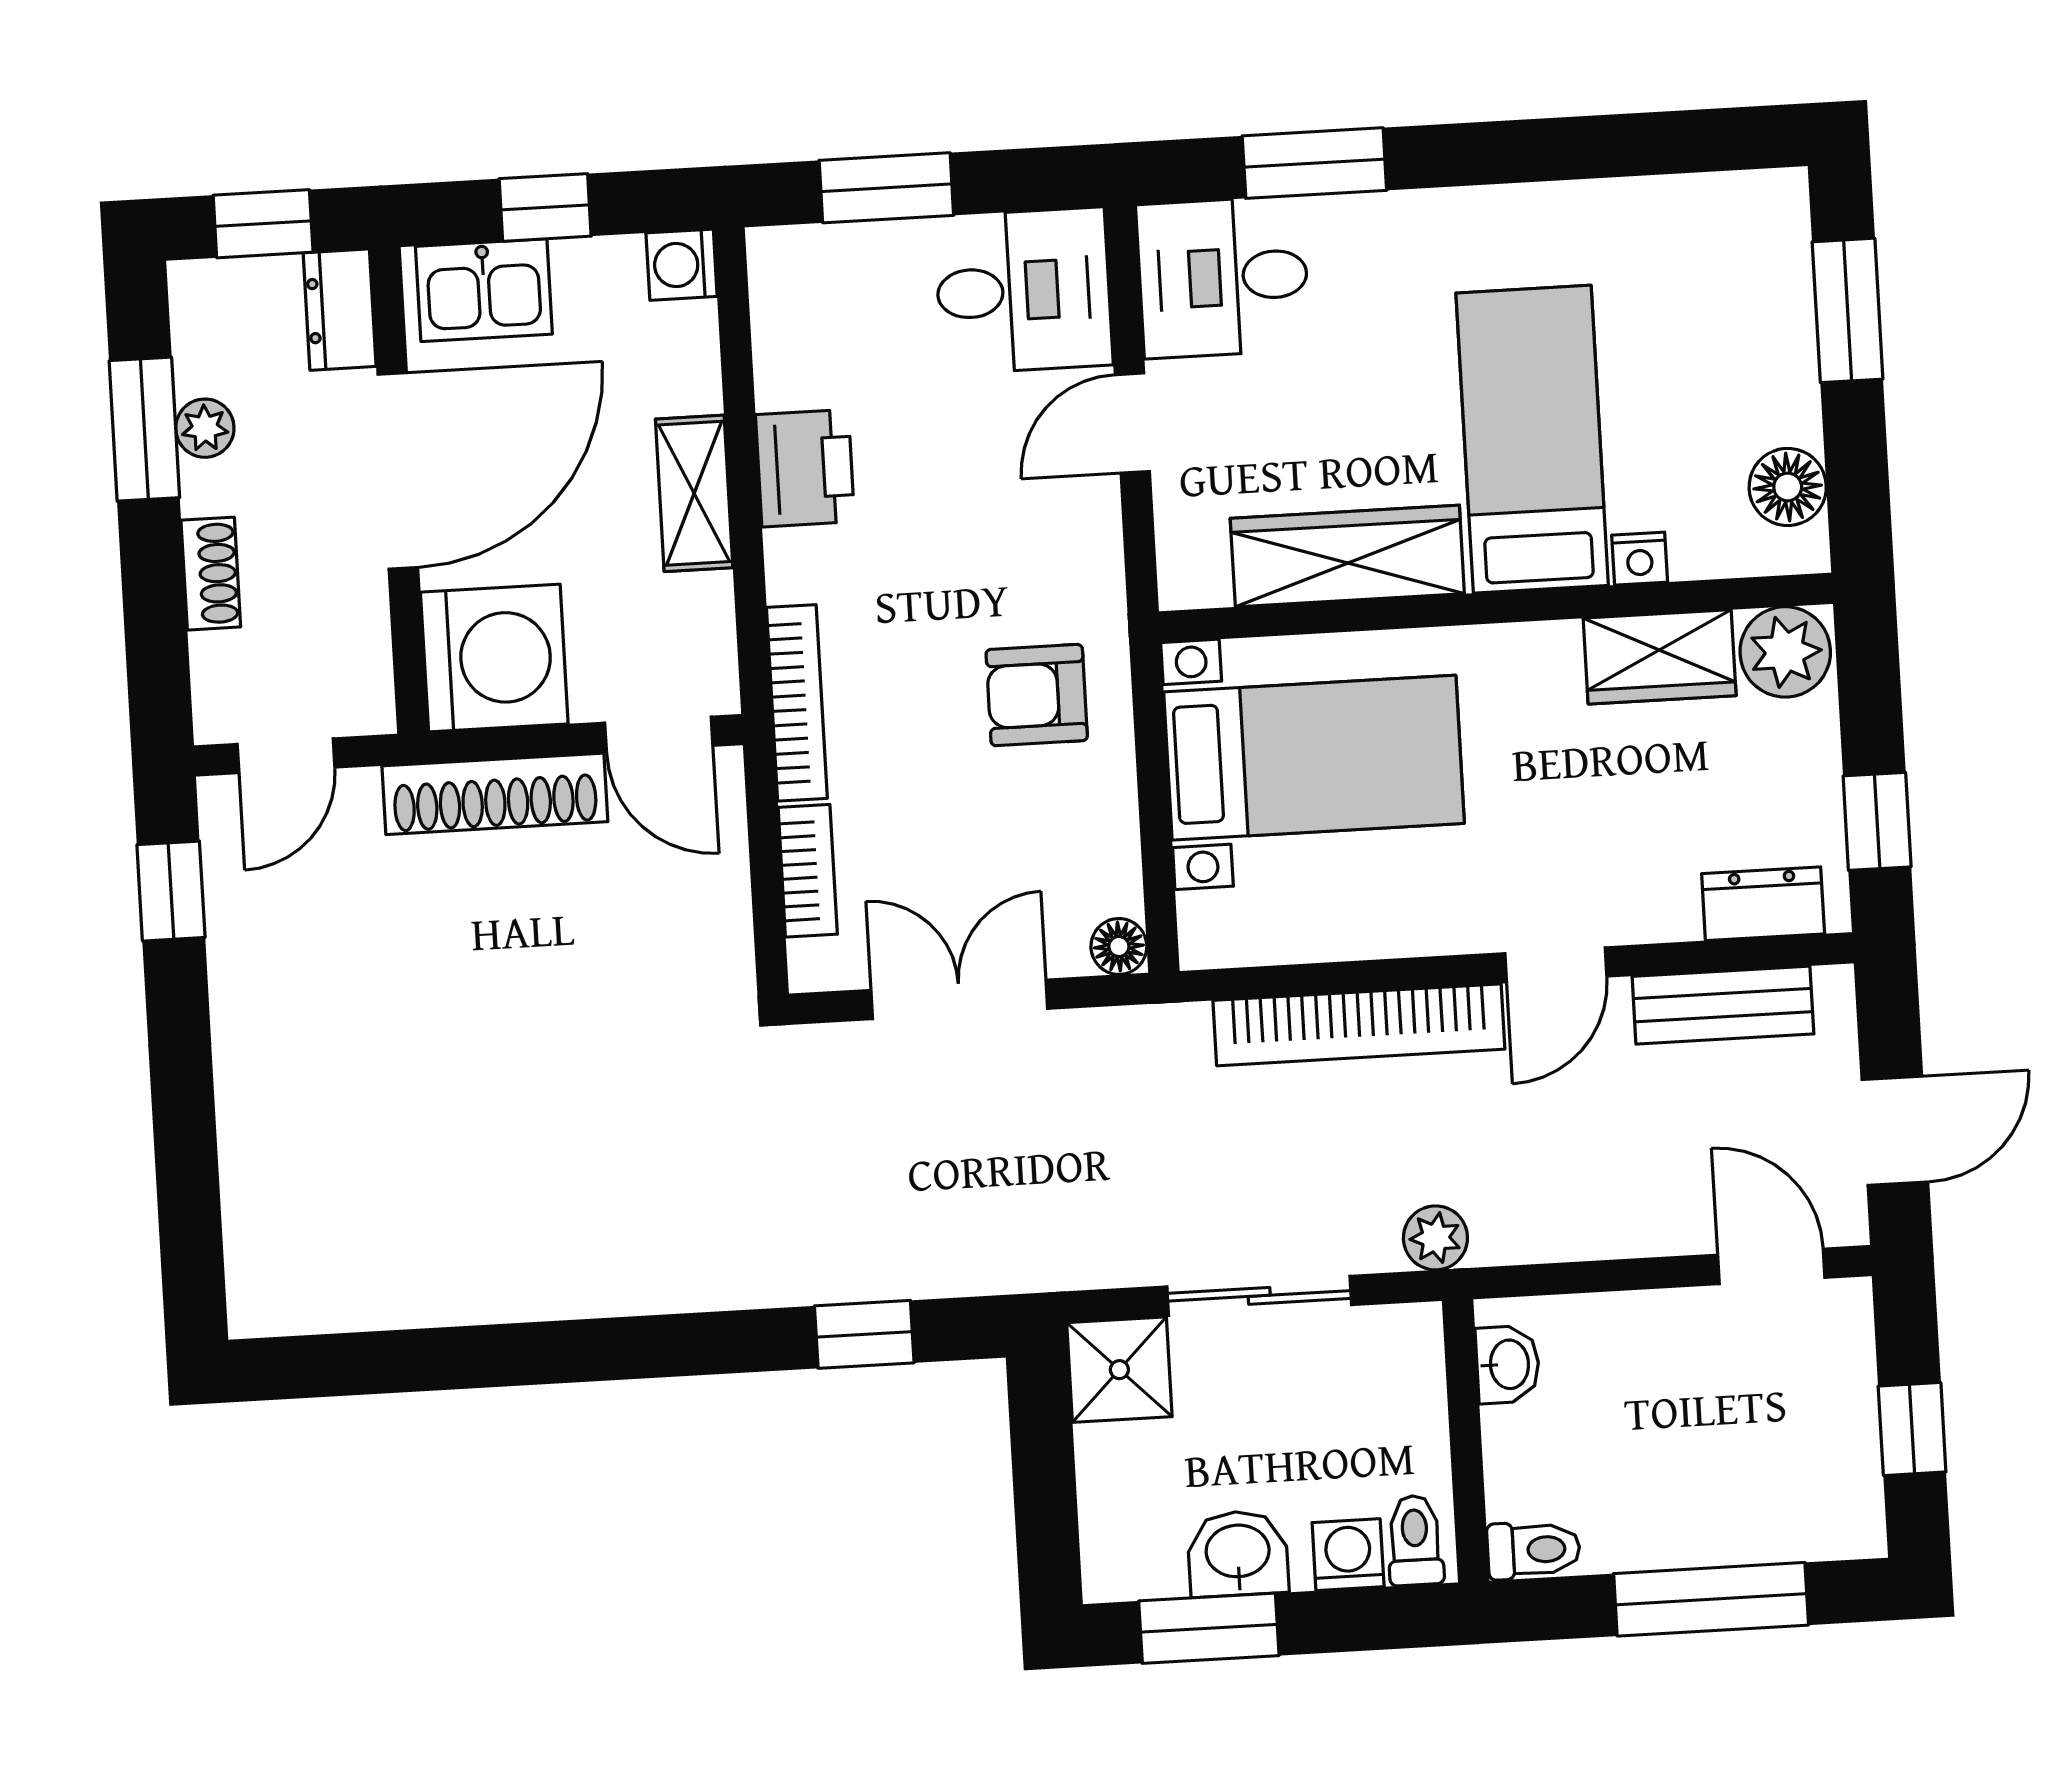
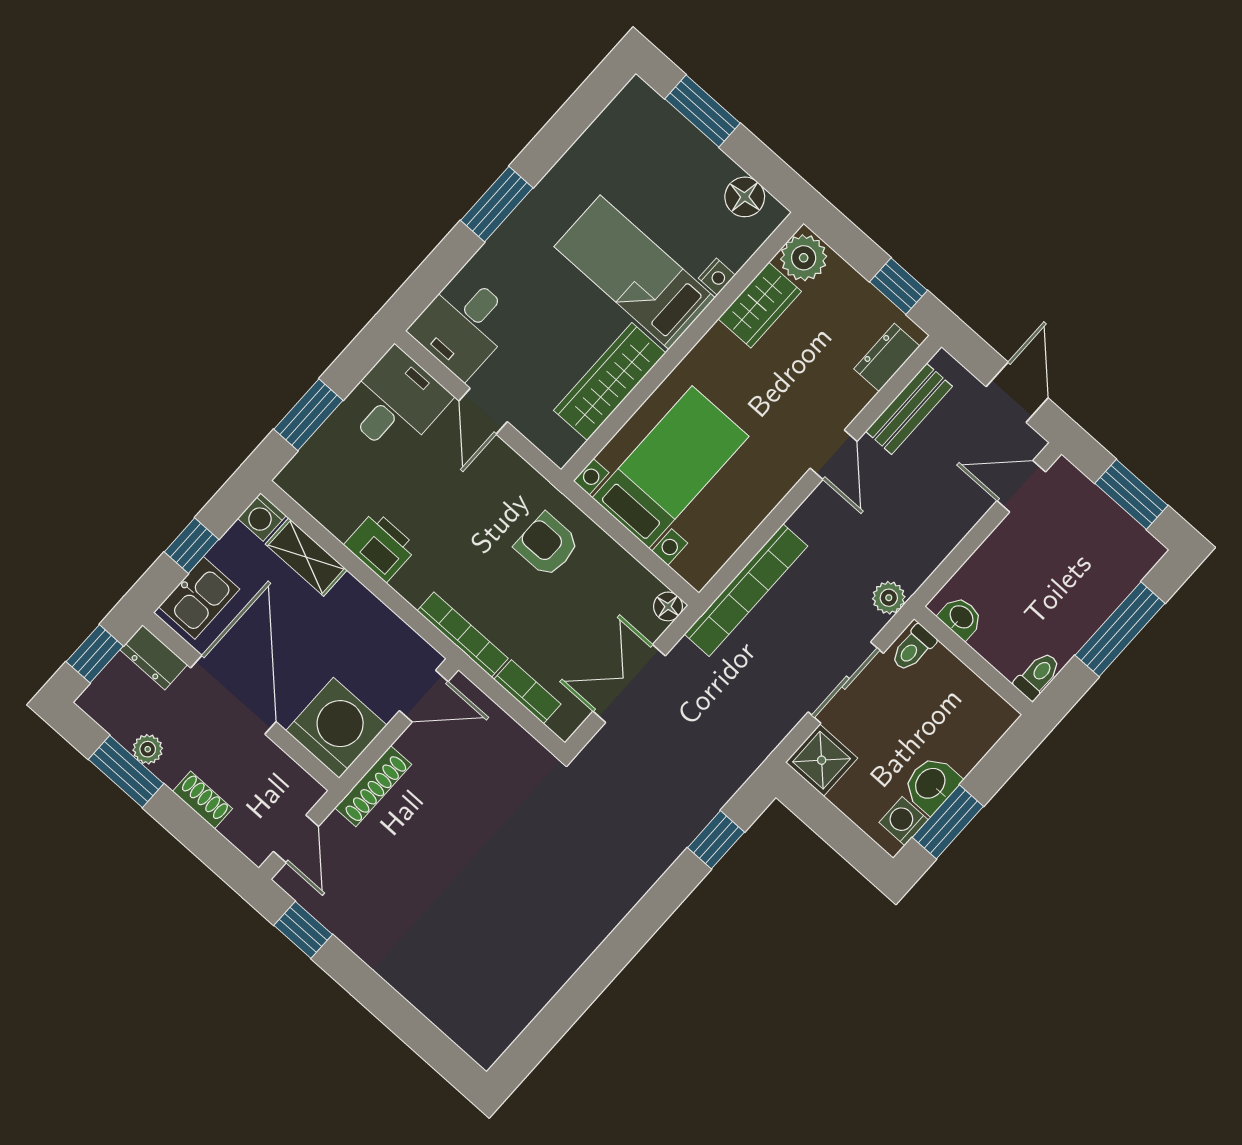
window: (1314, 163) -> (497, 204), moved
shelving: (694, 493) -> (306, 557), moved
armchair: (1037, 695) -> (547, 545), turned 90
shoe rack: (495, 794) -> (373, 786), width x0.74, depth x0.81
bookcase: (1359, 1025) -> (746, 590), moved
window: (1912, 1429) -> (1131, 494), width x1.50
toilet: (1415, 1540) -> (913, 648), moved, turned -90
washing machine: (1348, 1555) -> (903, 821), moved

